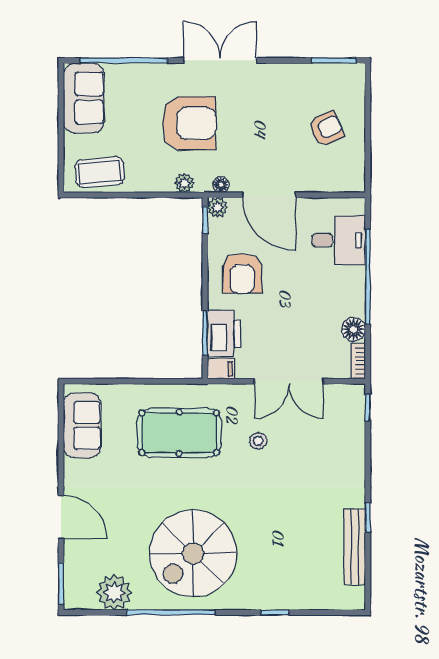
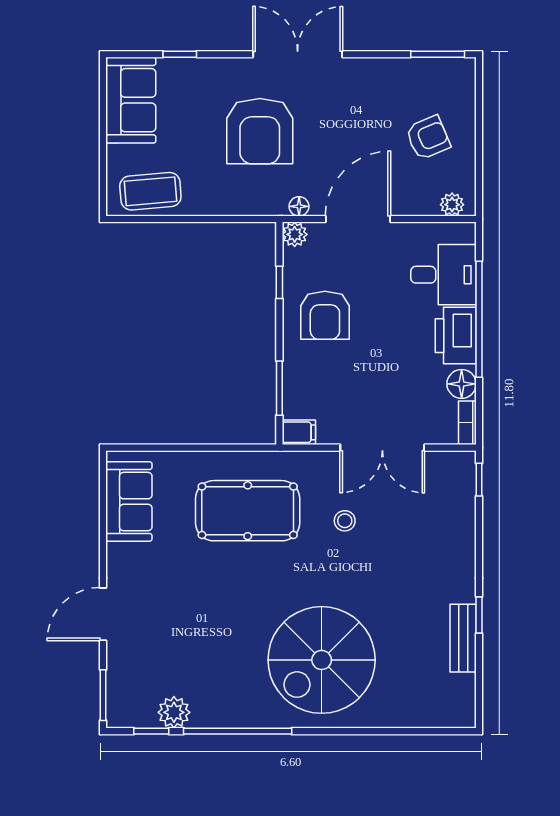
window: (124, 60) -> (180, 54), width x0.32
armchair: (189, 123) -> (260, 131), turned 90
plant: (184, 183) -> (452, 205), moved
door: (269, 195) -> (358, 219), swing flipped
window: (205, 220) -> (279, 282), moved
printer: (224, 334) -> (456, 336), moved, turned 180
door: (61, 517) -> (103, 614), swing flipped
bench: (355, 547) -> (463, 638), width x0.73
spiral stairs: (193, 553) -> (322, 660), moved
plant: (114, 592) -> (174, 712), width x0.73, depth x0.73
window: (275, 613) -> (151, 731), moved

